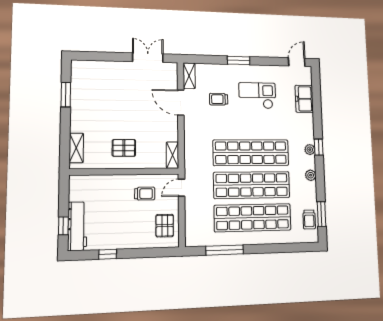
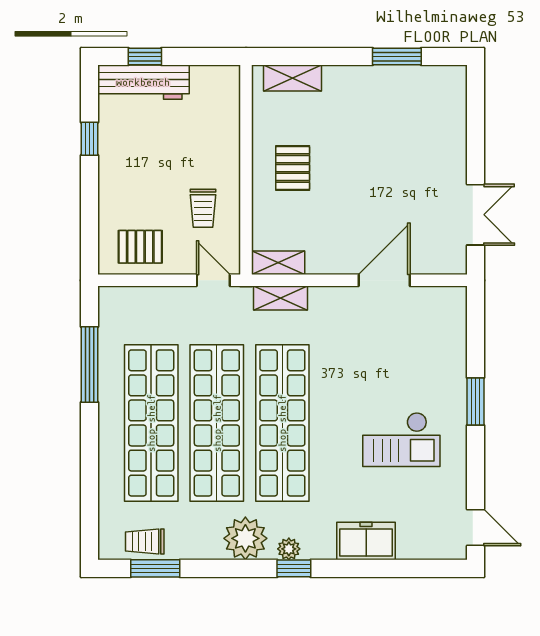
shelving: (189, 76) -> (281, 298), moved
checkout: (257, 96) -> (401, 439), turned 90
trolley: (219, 99) -> (393, 358), removed
freezer: (304, 99) -> (366, 541), moved
plant: (311, 175) -> (245, 538), width x1.88, depth x1.88

